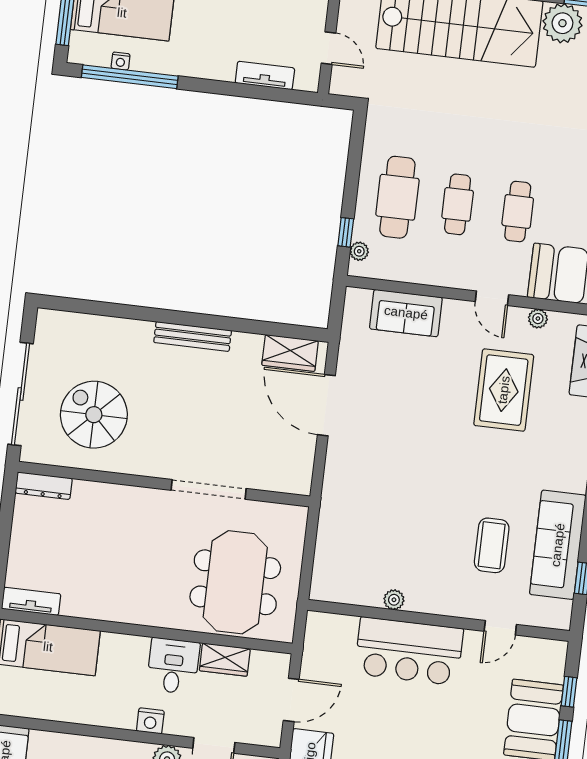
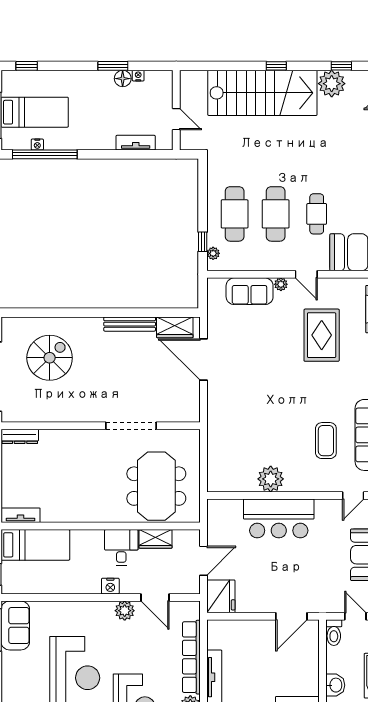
cafe table: (458, 204) -> (276, 214), width x1.37, depth x1.35
plant: (538, 319) -> (281, 284), moved
bench: (193, 336) -> (130, 324), moved
spiral stairs: (94, 415) -> (50, 358), moved, turned 90
plant: (394, 600) -> (271, 479), width x1.88, depth x1.88
door: (500, 628) -> (353, 495), moved

